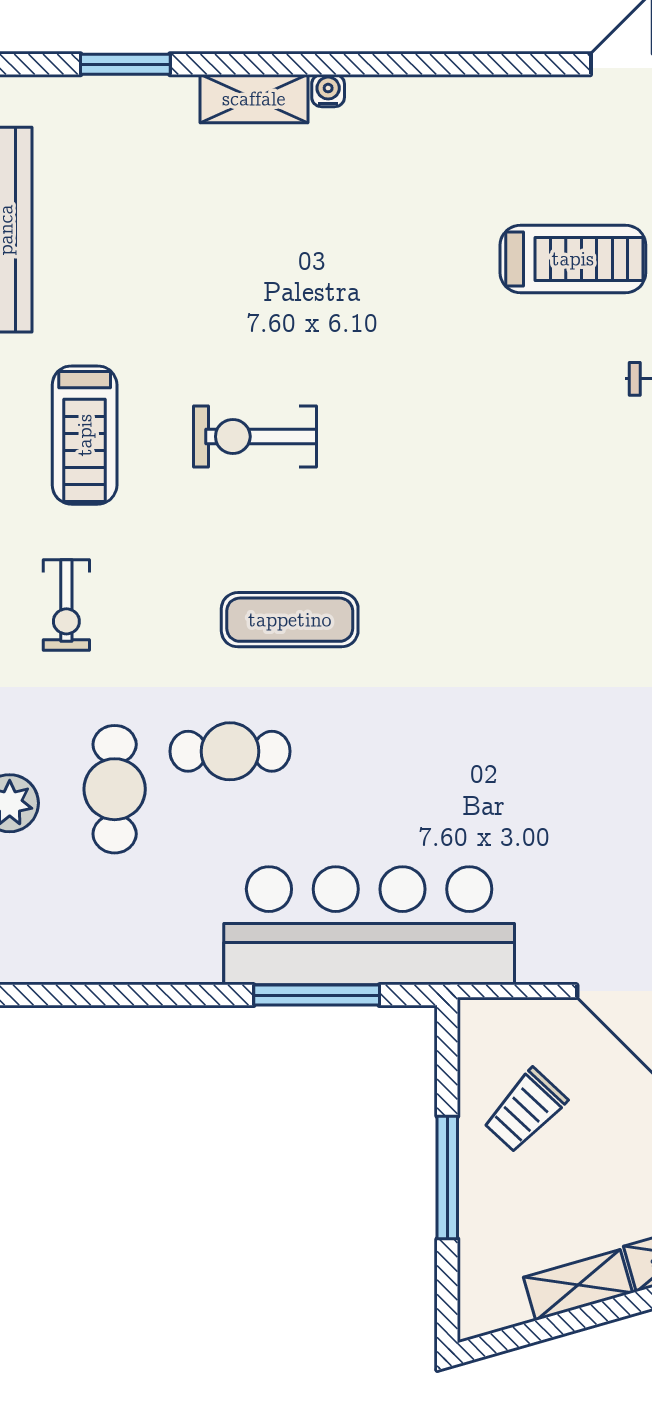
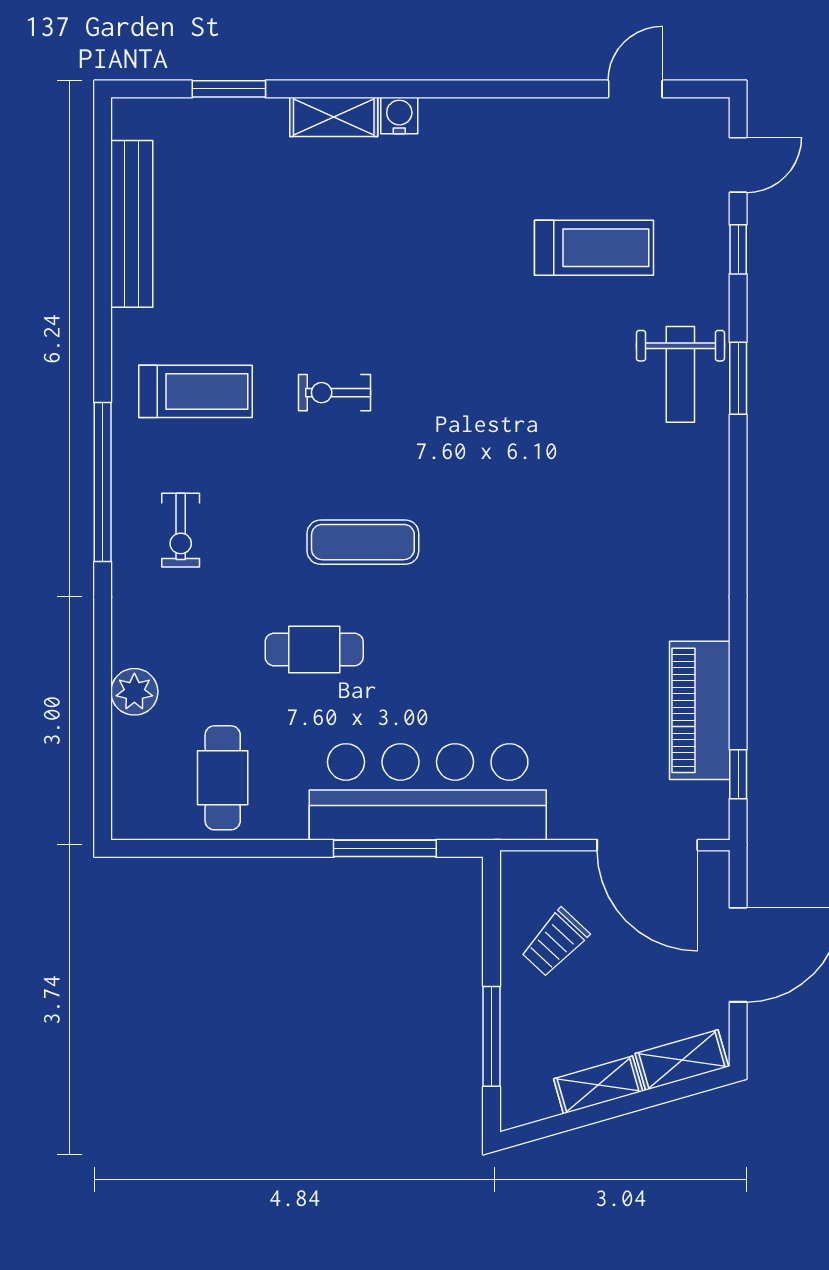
water cooler: (328, 91) -> (399, 115), width x1.38, depth x1.38
treadmill: (85, 435) -> (196, 391), turned -90
exercise bike: (255, 437) -> (335, 393), width x0.73, depth x0.72
cafe table: (115, 789) -> (223, 778), moved
window: (447, 1178) -> (492, 1036), moved

